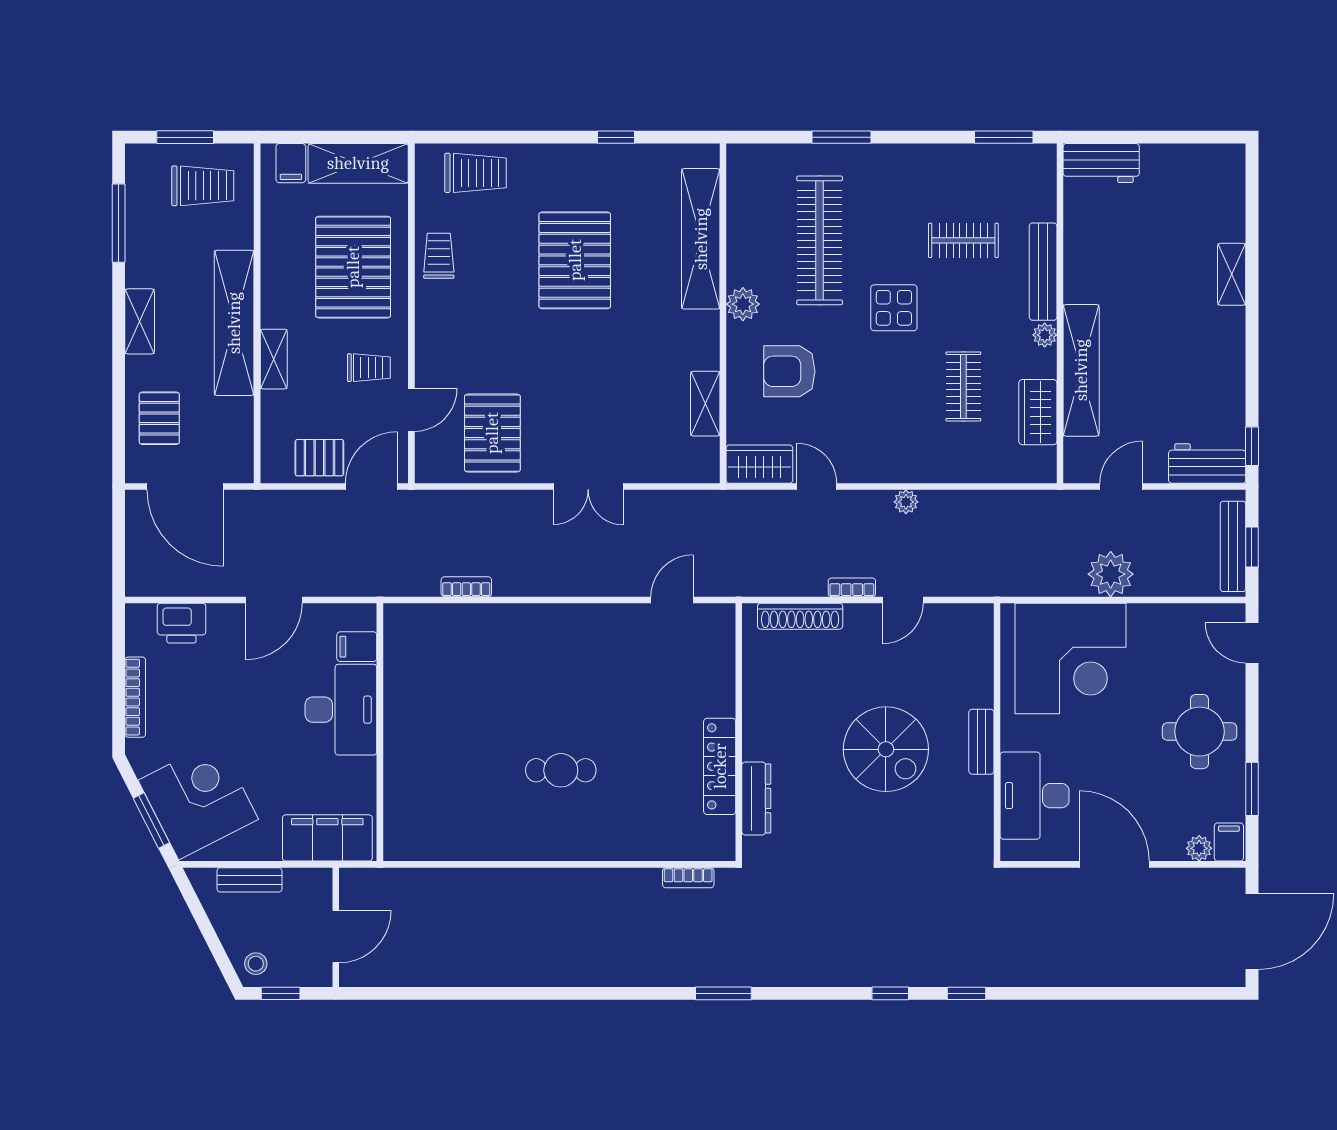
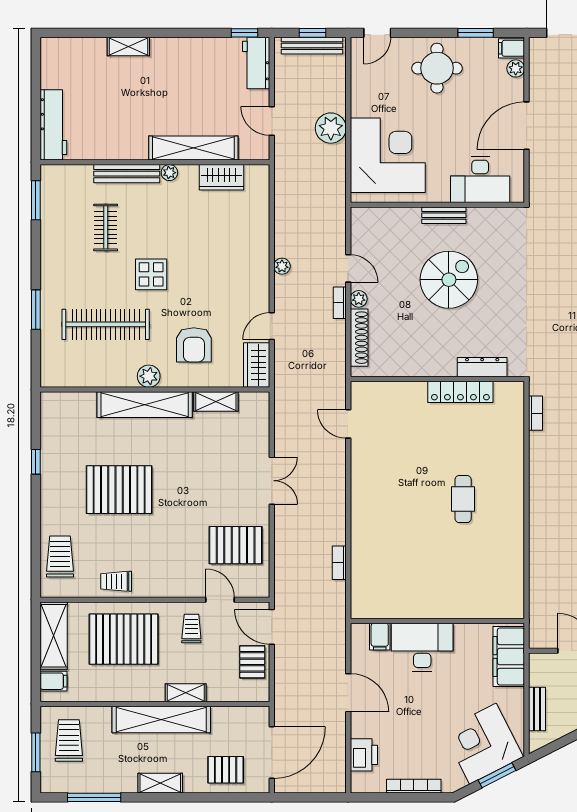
workbench: (1101, 163) -> (53, 125), width x1.38
shelving: (701, 239) -> (145, 405), moved
clothes rail: (963, 386) -> (204, 227), removed
plant: (858, 615) -> (359, 299), added

